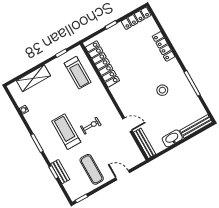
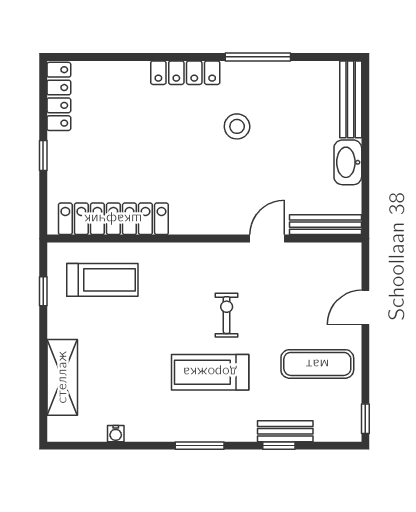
locker: (164, 46) -> (185, 73), moved

